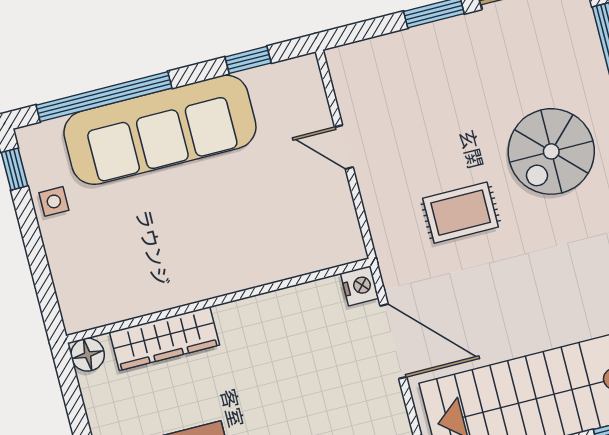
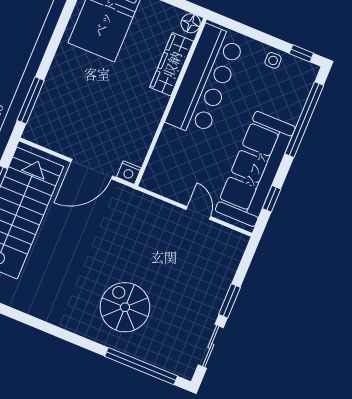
sofa: (160, 130) -> (255, 169), moved
door: (344, 147) -> (198, 213), hinge flipped
rug: (461, 213) -> (128, 244), removed
bar counter: (153, 275) -> (205, 81), added

